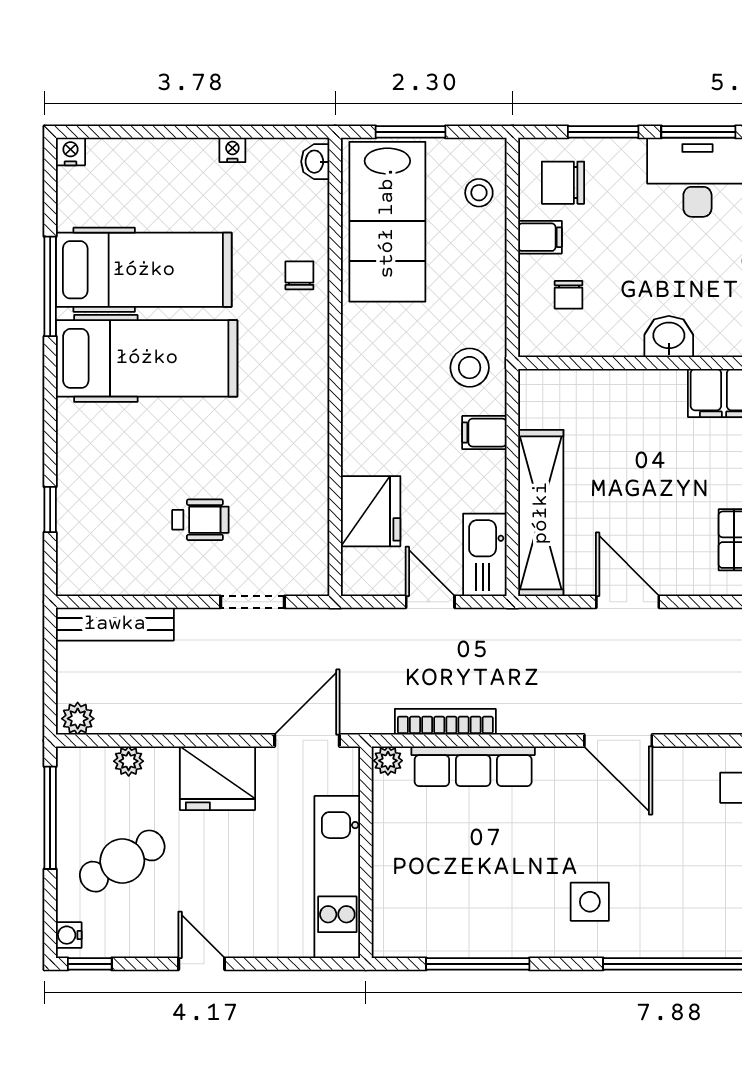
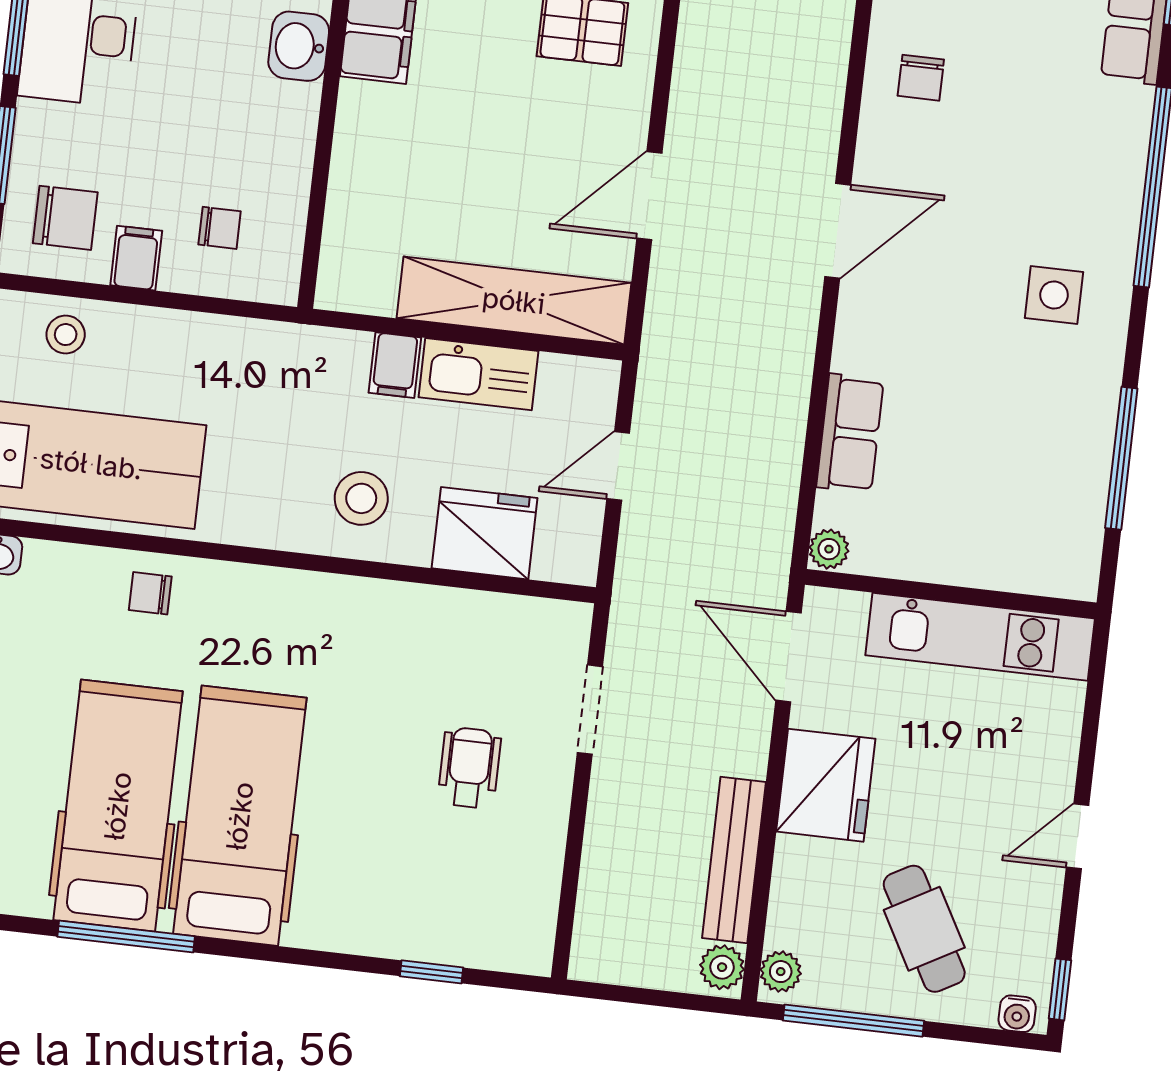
chair: (563, 183) -> (65, 218), turned -90
washbasin: (669, 337) -> (299, 46), moved
stool: (470, 368) -> (361, 498), moved
kitchen sink: (485, 555) -> (478, 374), moved
bench: (115, 624) -> (734, 860), moved
bookcase: (445, 722) -> (785, 464), removed
plant: (129, 761) -> (781, 972), moved
row of seats: (473, 766) -> (850, 433), width x0.68

